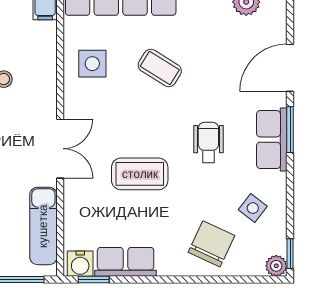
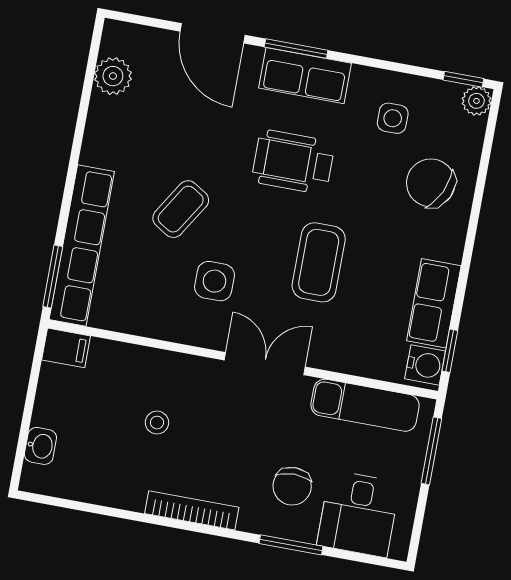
side table: (92, 64) -> (214, 281), moved
wheelchair: (208, 142) -> (293, 162), width x1.36, depth x1.37
side table: (253, 208) -> (393, 118), turned -38

